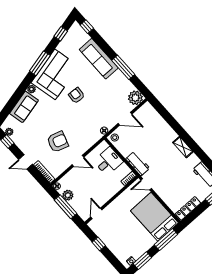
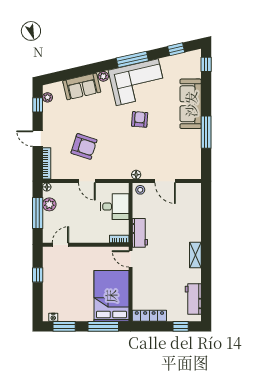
plant: (135, 98) -> (192, 170), removed

